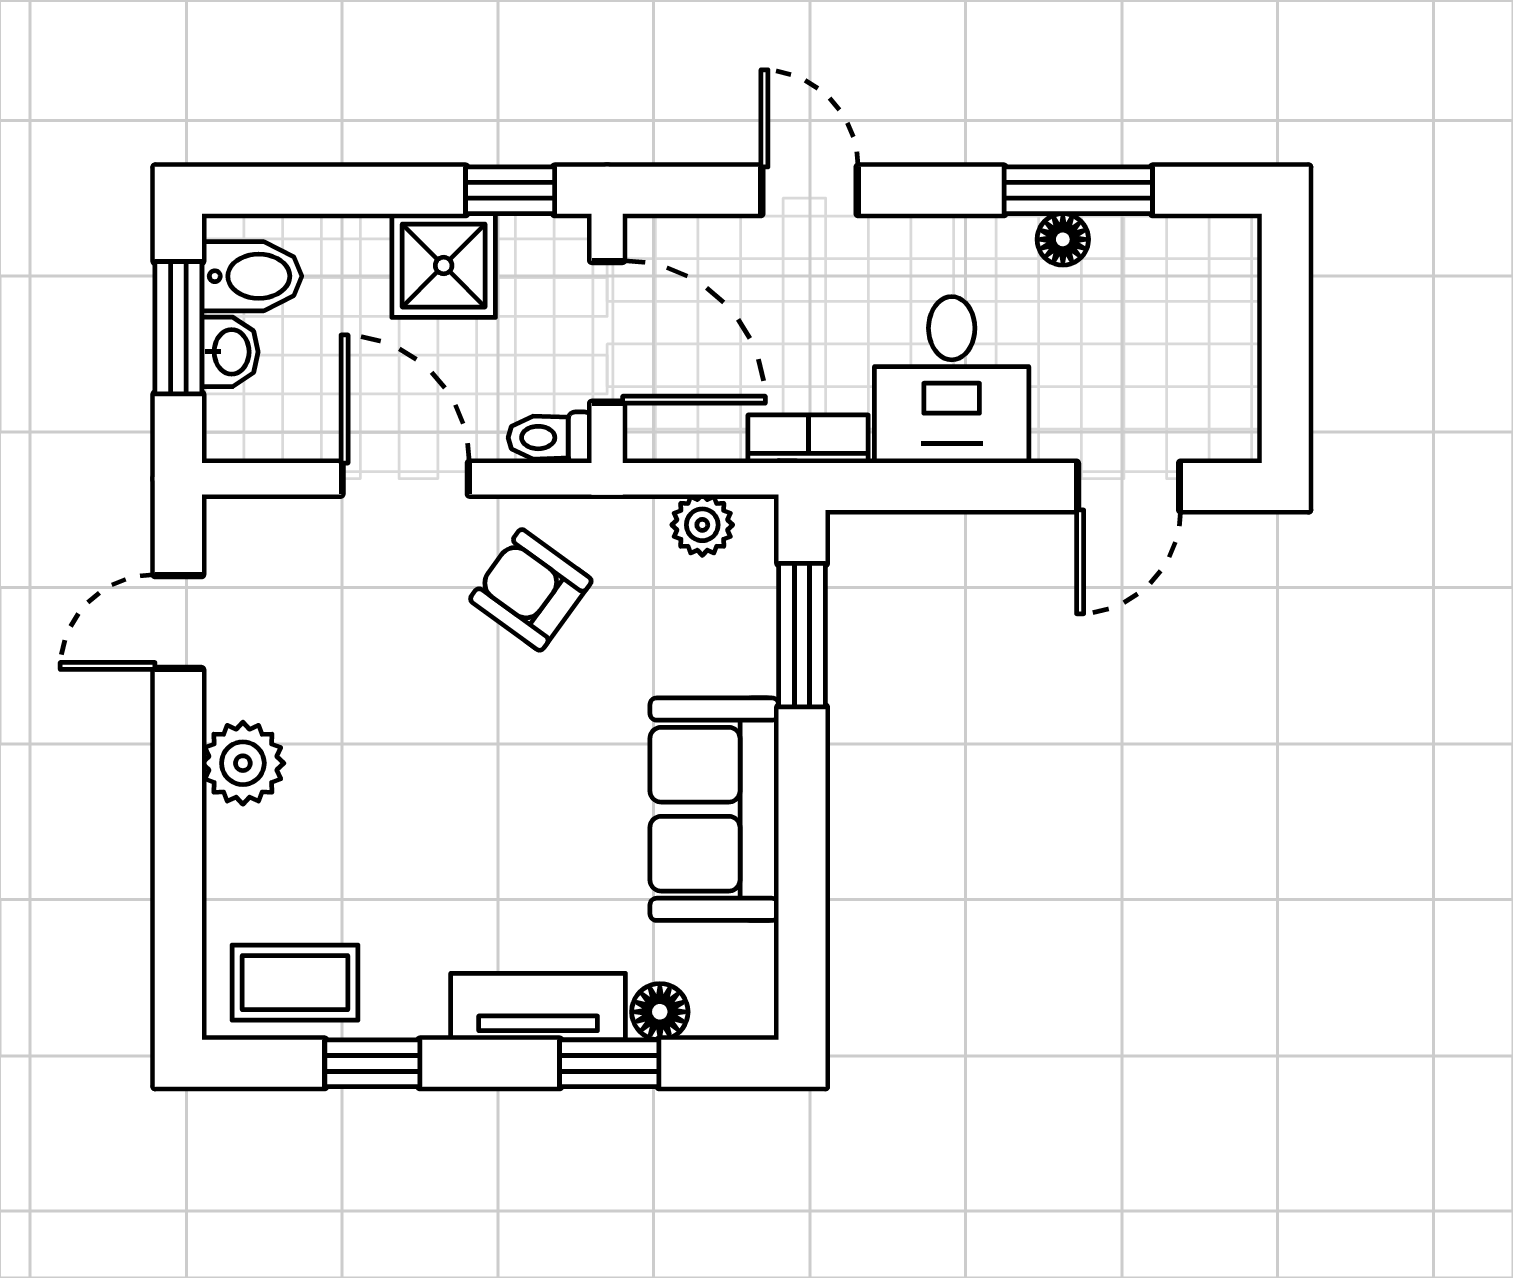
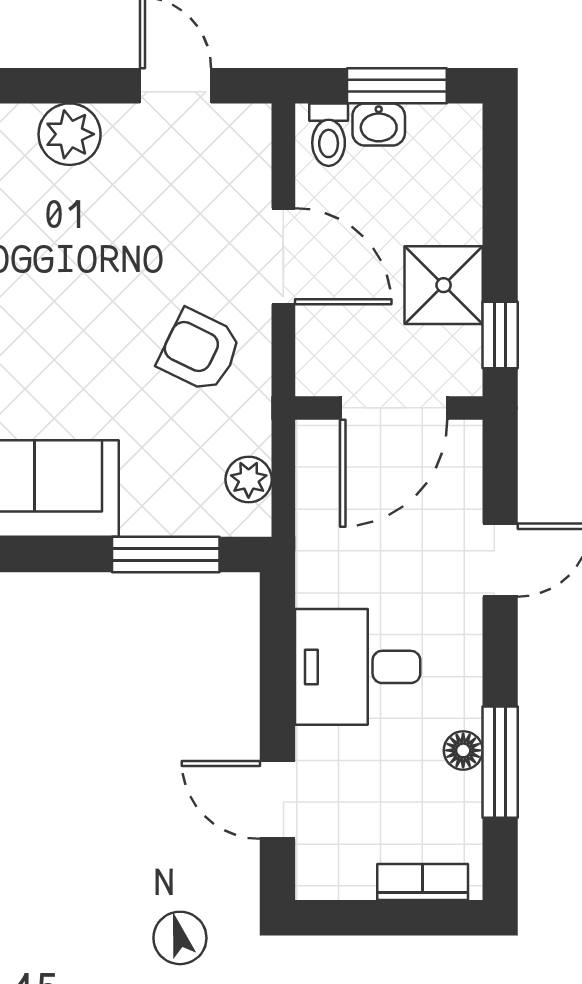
bidet: (252, 276) -> (436, 141), removed
toilet: (550, 438) -> (329, 135), moved, turned 180
bookcase: (808, 439) -> (423, 882), moved, turned -90
door: (405, 479) -> (283, 256), hinge flipped
armchair: (531, 590) -> (200, 351), turned -100

